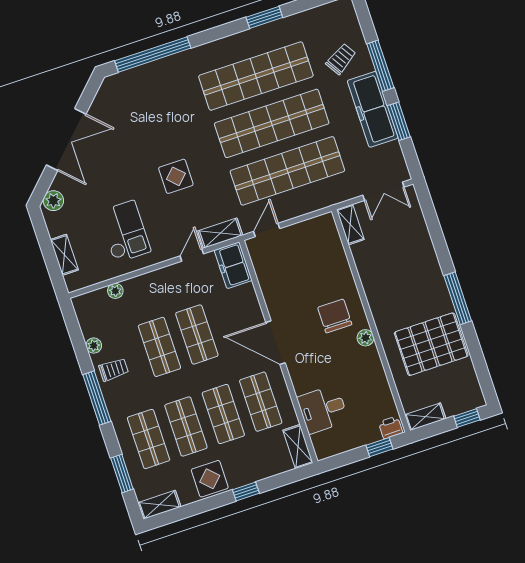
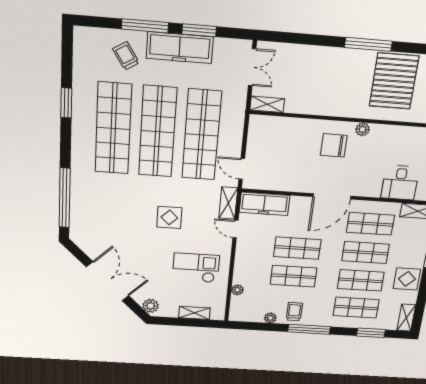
freezer: (233, 265) -> (264, 204), width x1.40

